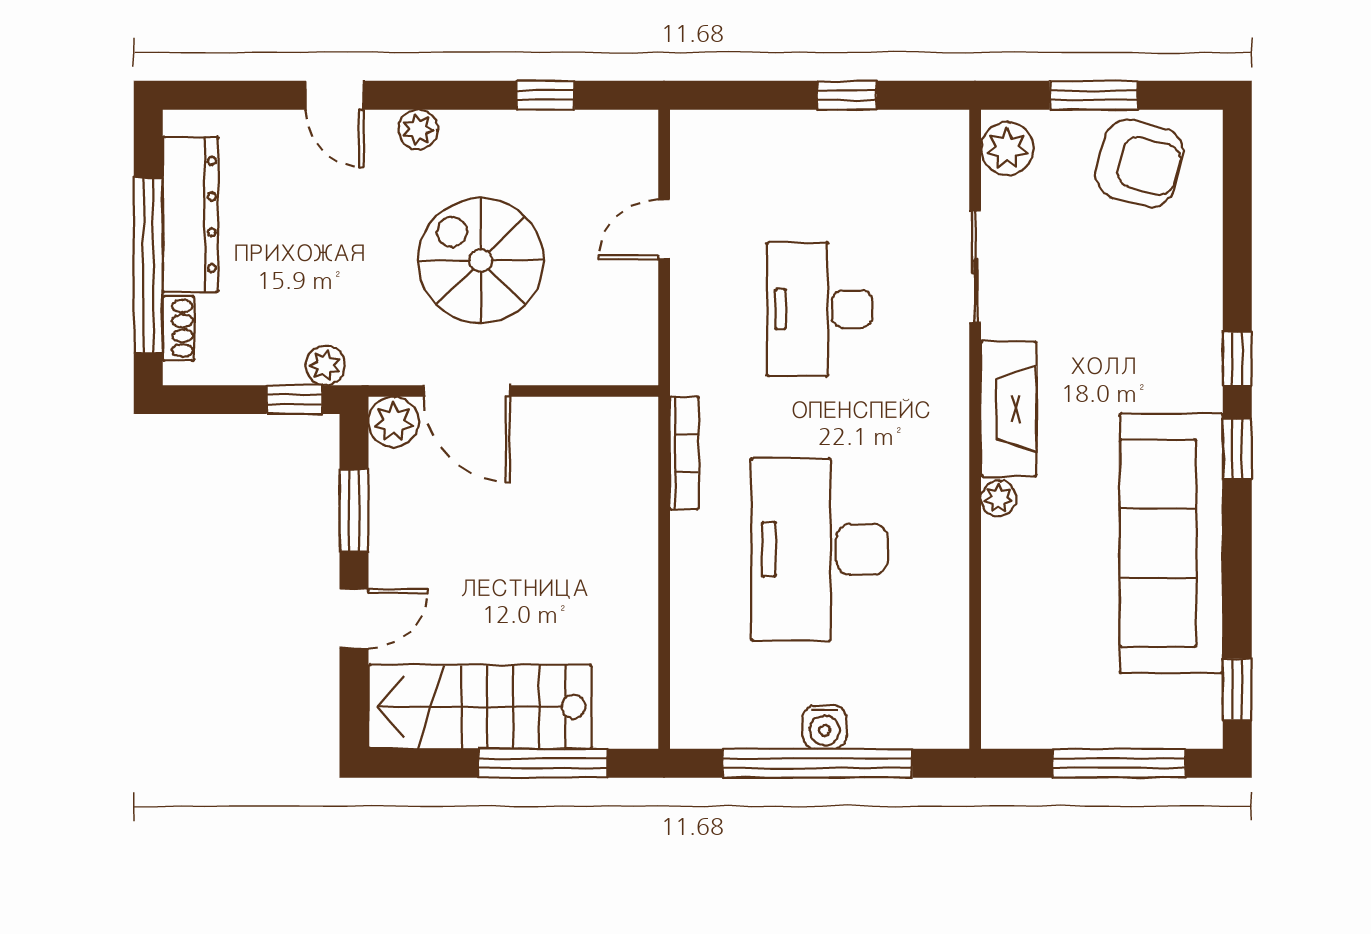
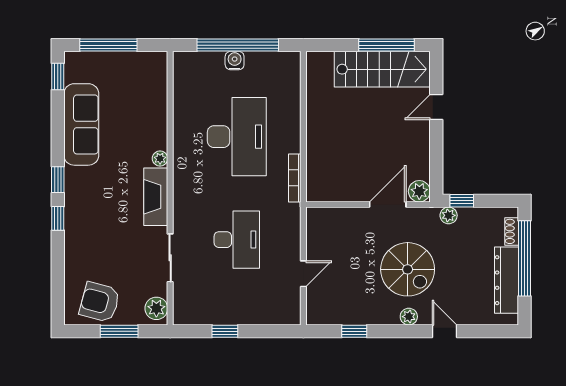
spiral stairs: (481, 261) -> (408, 269), moved
door: (467, 391) -> (388, 205), hinge flipped
window: (354, 510) -> (436, 153), removed
sofa: (1171, 543) -> (81, 124), width x0.74, depth x0.79
window: (543, 763) -> (386, 45), moved

